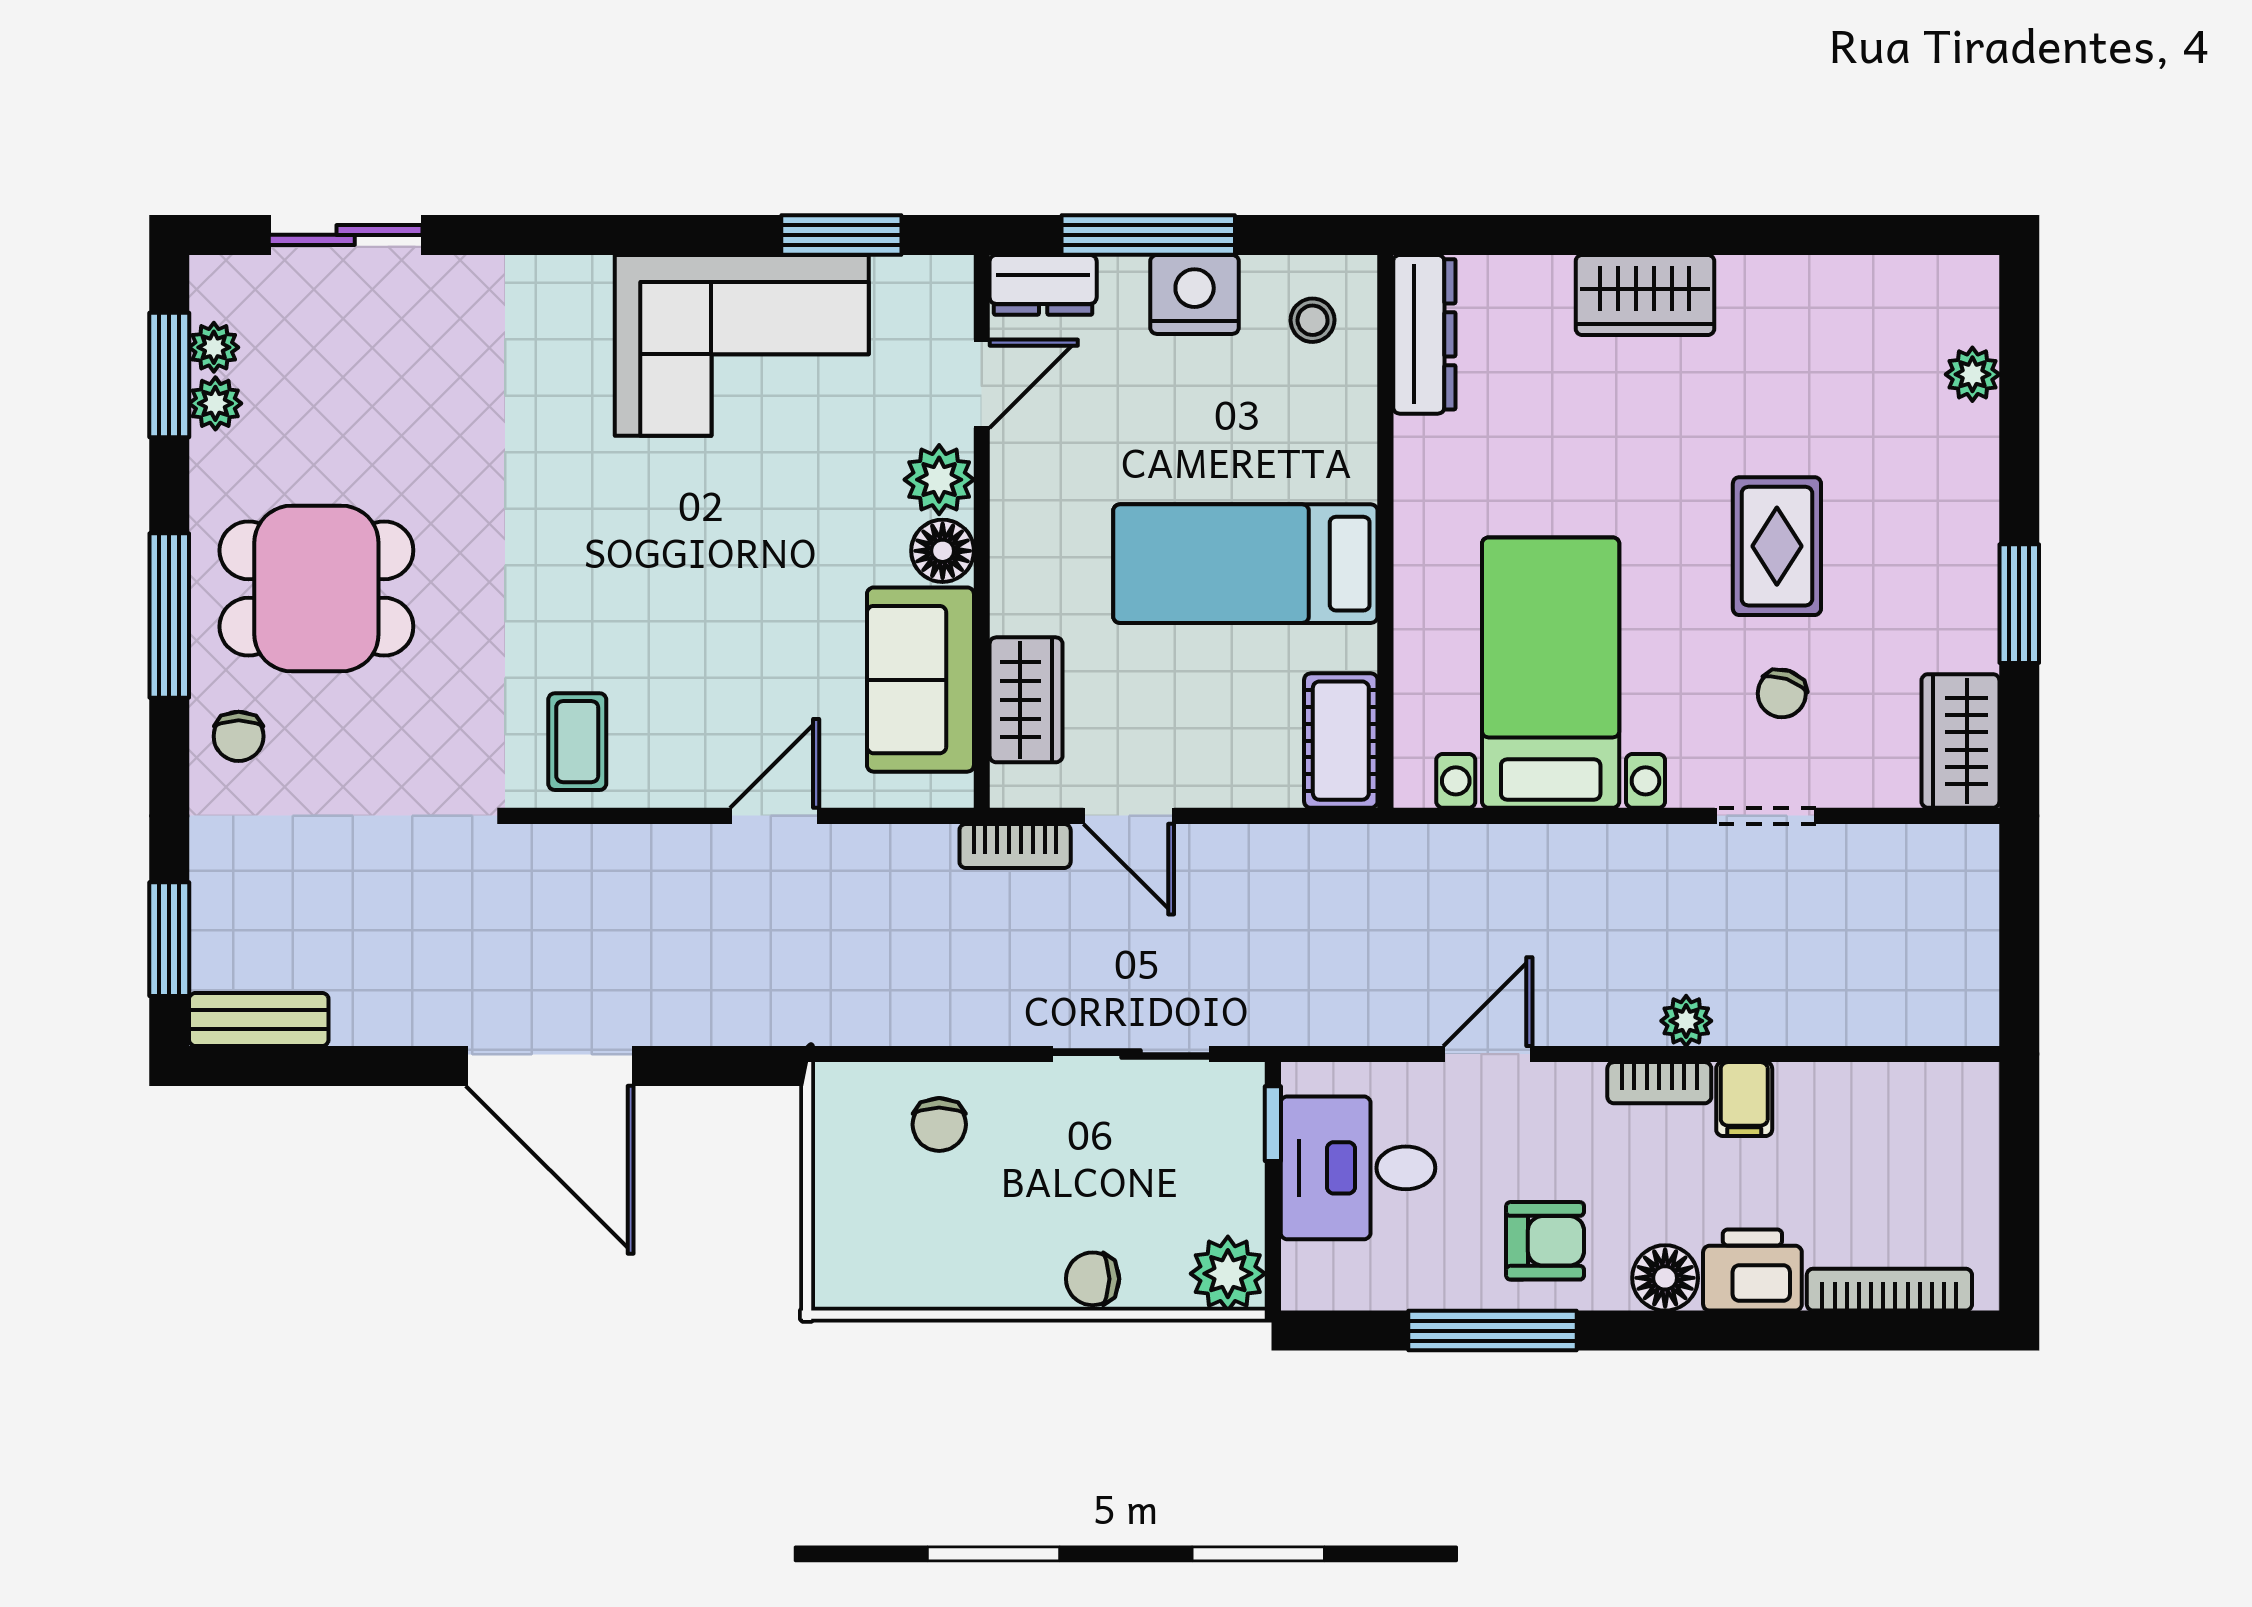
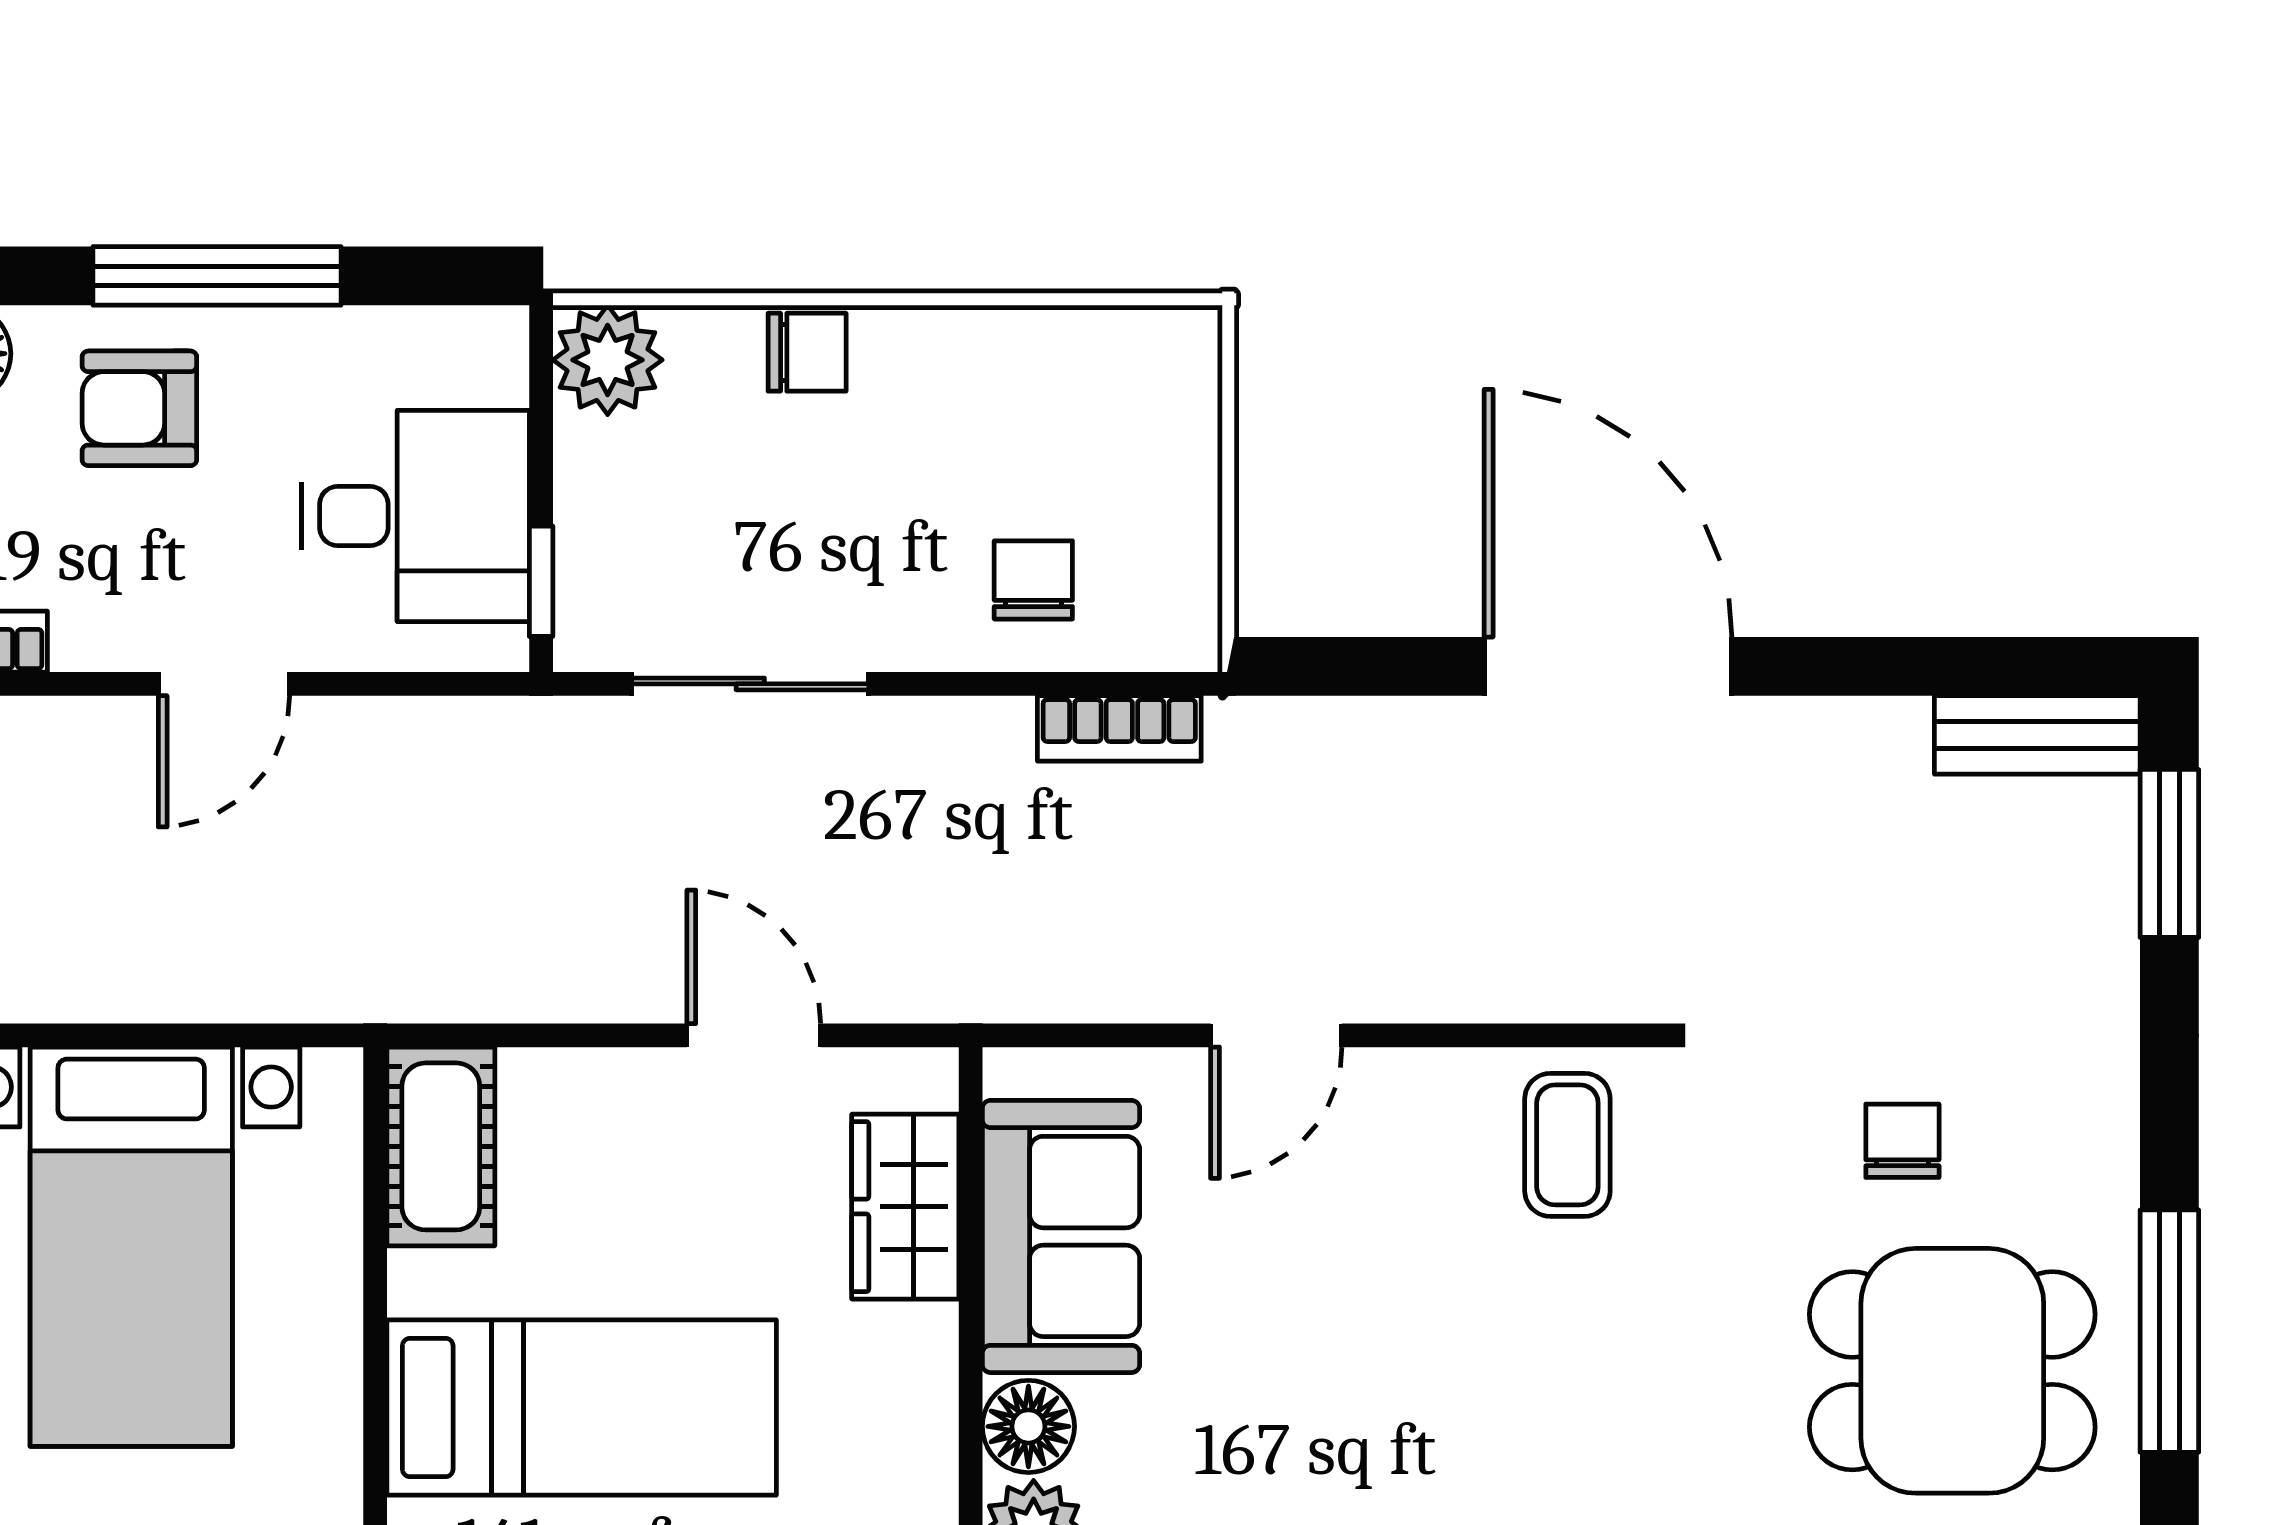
chair: (239, 736) -> (1902, 1141), moved
bookcase: (1015, 846) -> (1119, 728), moved, turned 180

